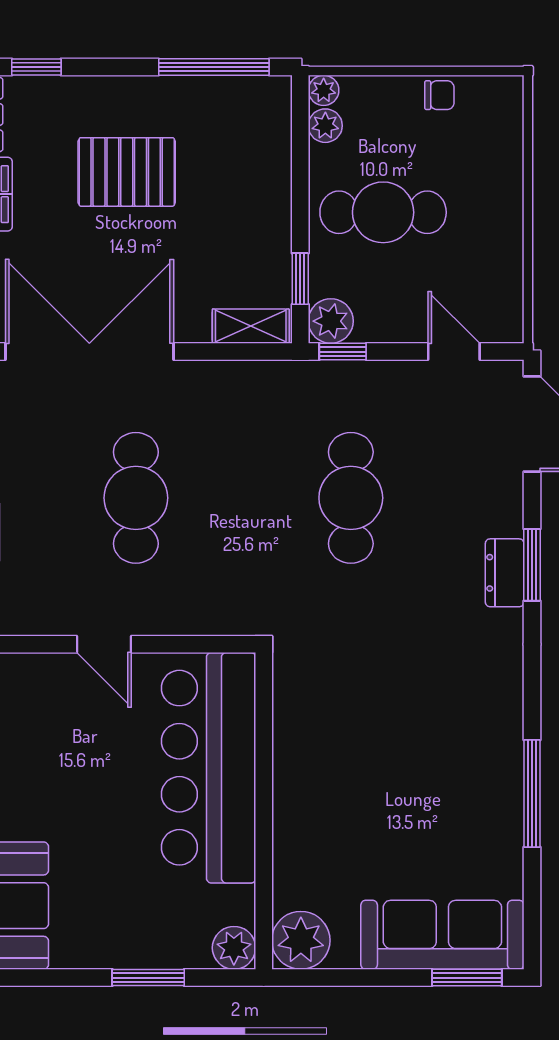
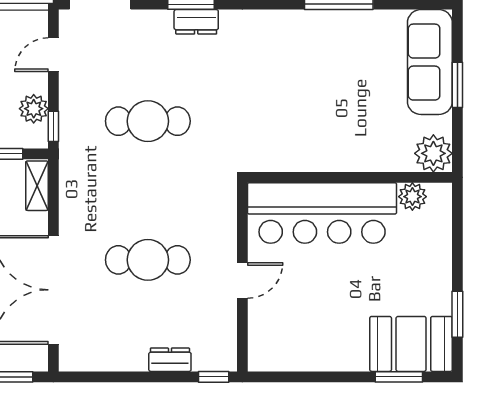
plant: (331, 321) -> (34, 109), moved
plant: (234, 948) -> (412, 197), moved
window: (148, 978) -> (457, 314), moved
window: (467, 978) -> (457, 85), moved

